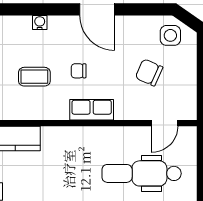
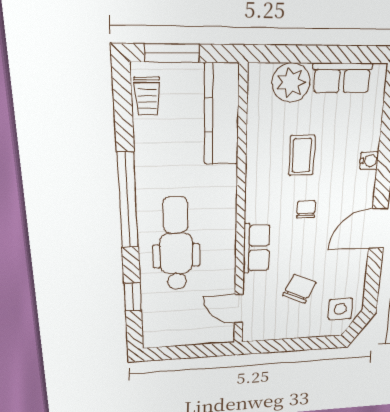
row of seats: (92, 110) -> (256, 248), moved
dental chair: (142, 173) -> (176, 244), moved

